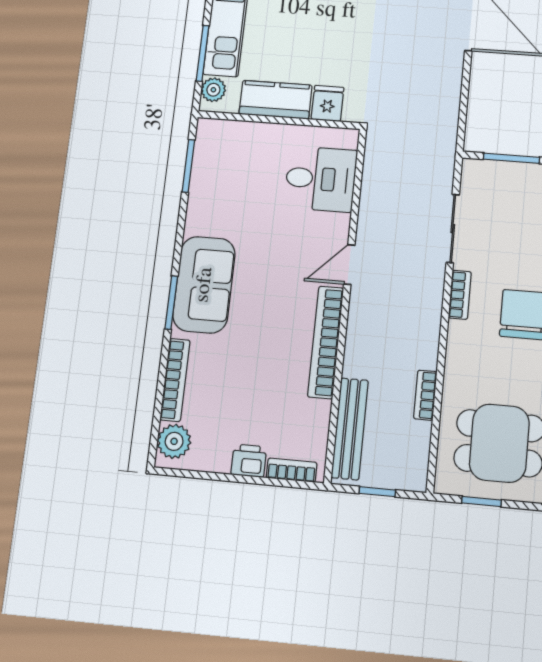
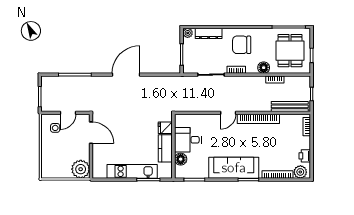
plant: (213, 90) -> (163, 173), removed
floor lamp: (244, 136) -> (181, 159), added
desk: (321, 179) -> (188, 140), moved, turned -90
door: (349, 265) -> (228, 113), hinge flipped
sofa: (204, 285) -> (234, 168), width x1.36
floor lamp: (459, 368) -> (264, 68), added
printer: (249, 461) -> (305, 156), moved

